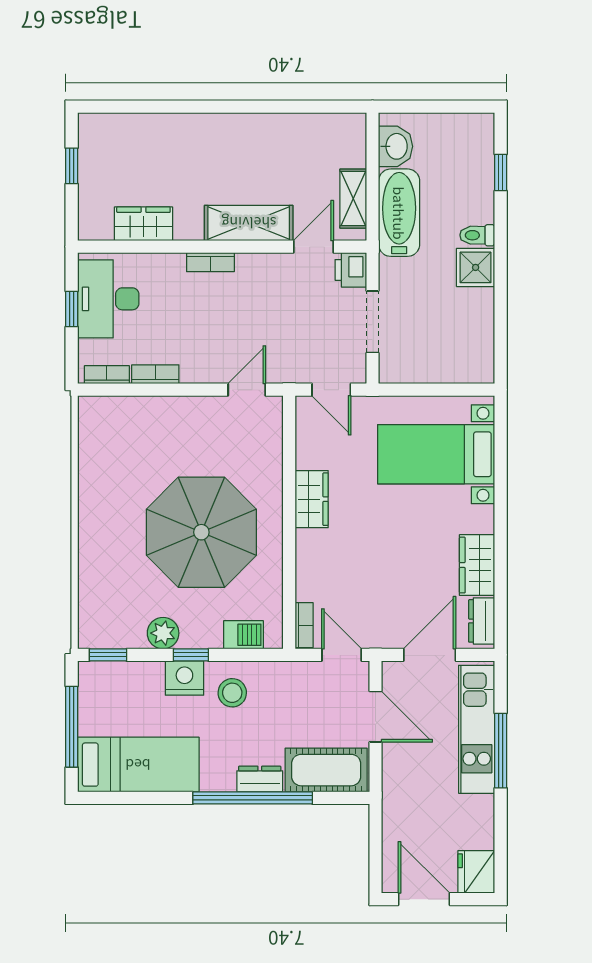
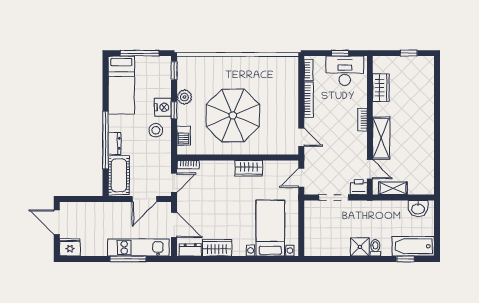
bathtub: (399, 213) -> (413, 246), moved, turned 180
bookcase: (155, 374) -> (309, 100), width x1.56
door: (424, 899) -> (57, 222), swing flipped

